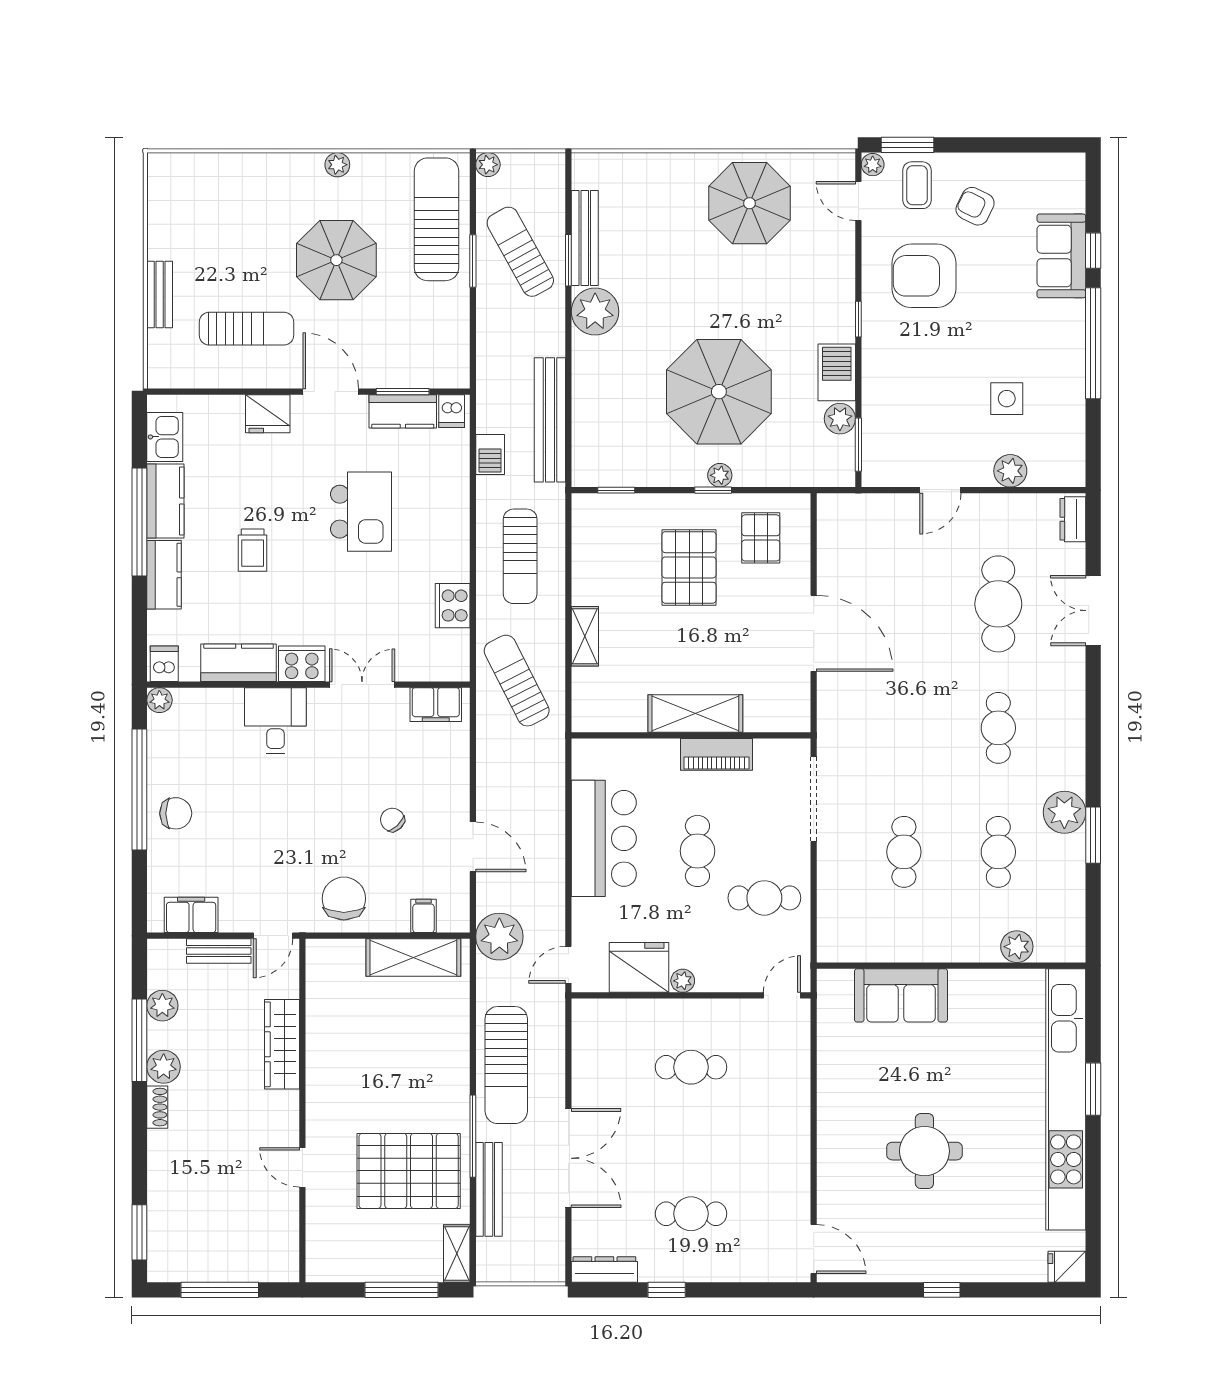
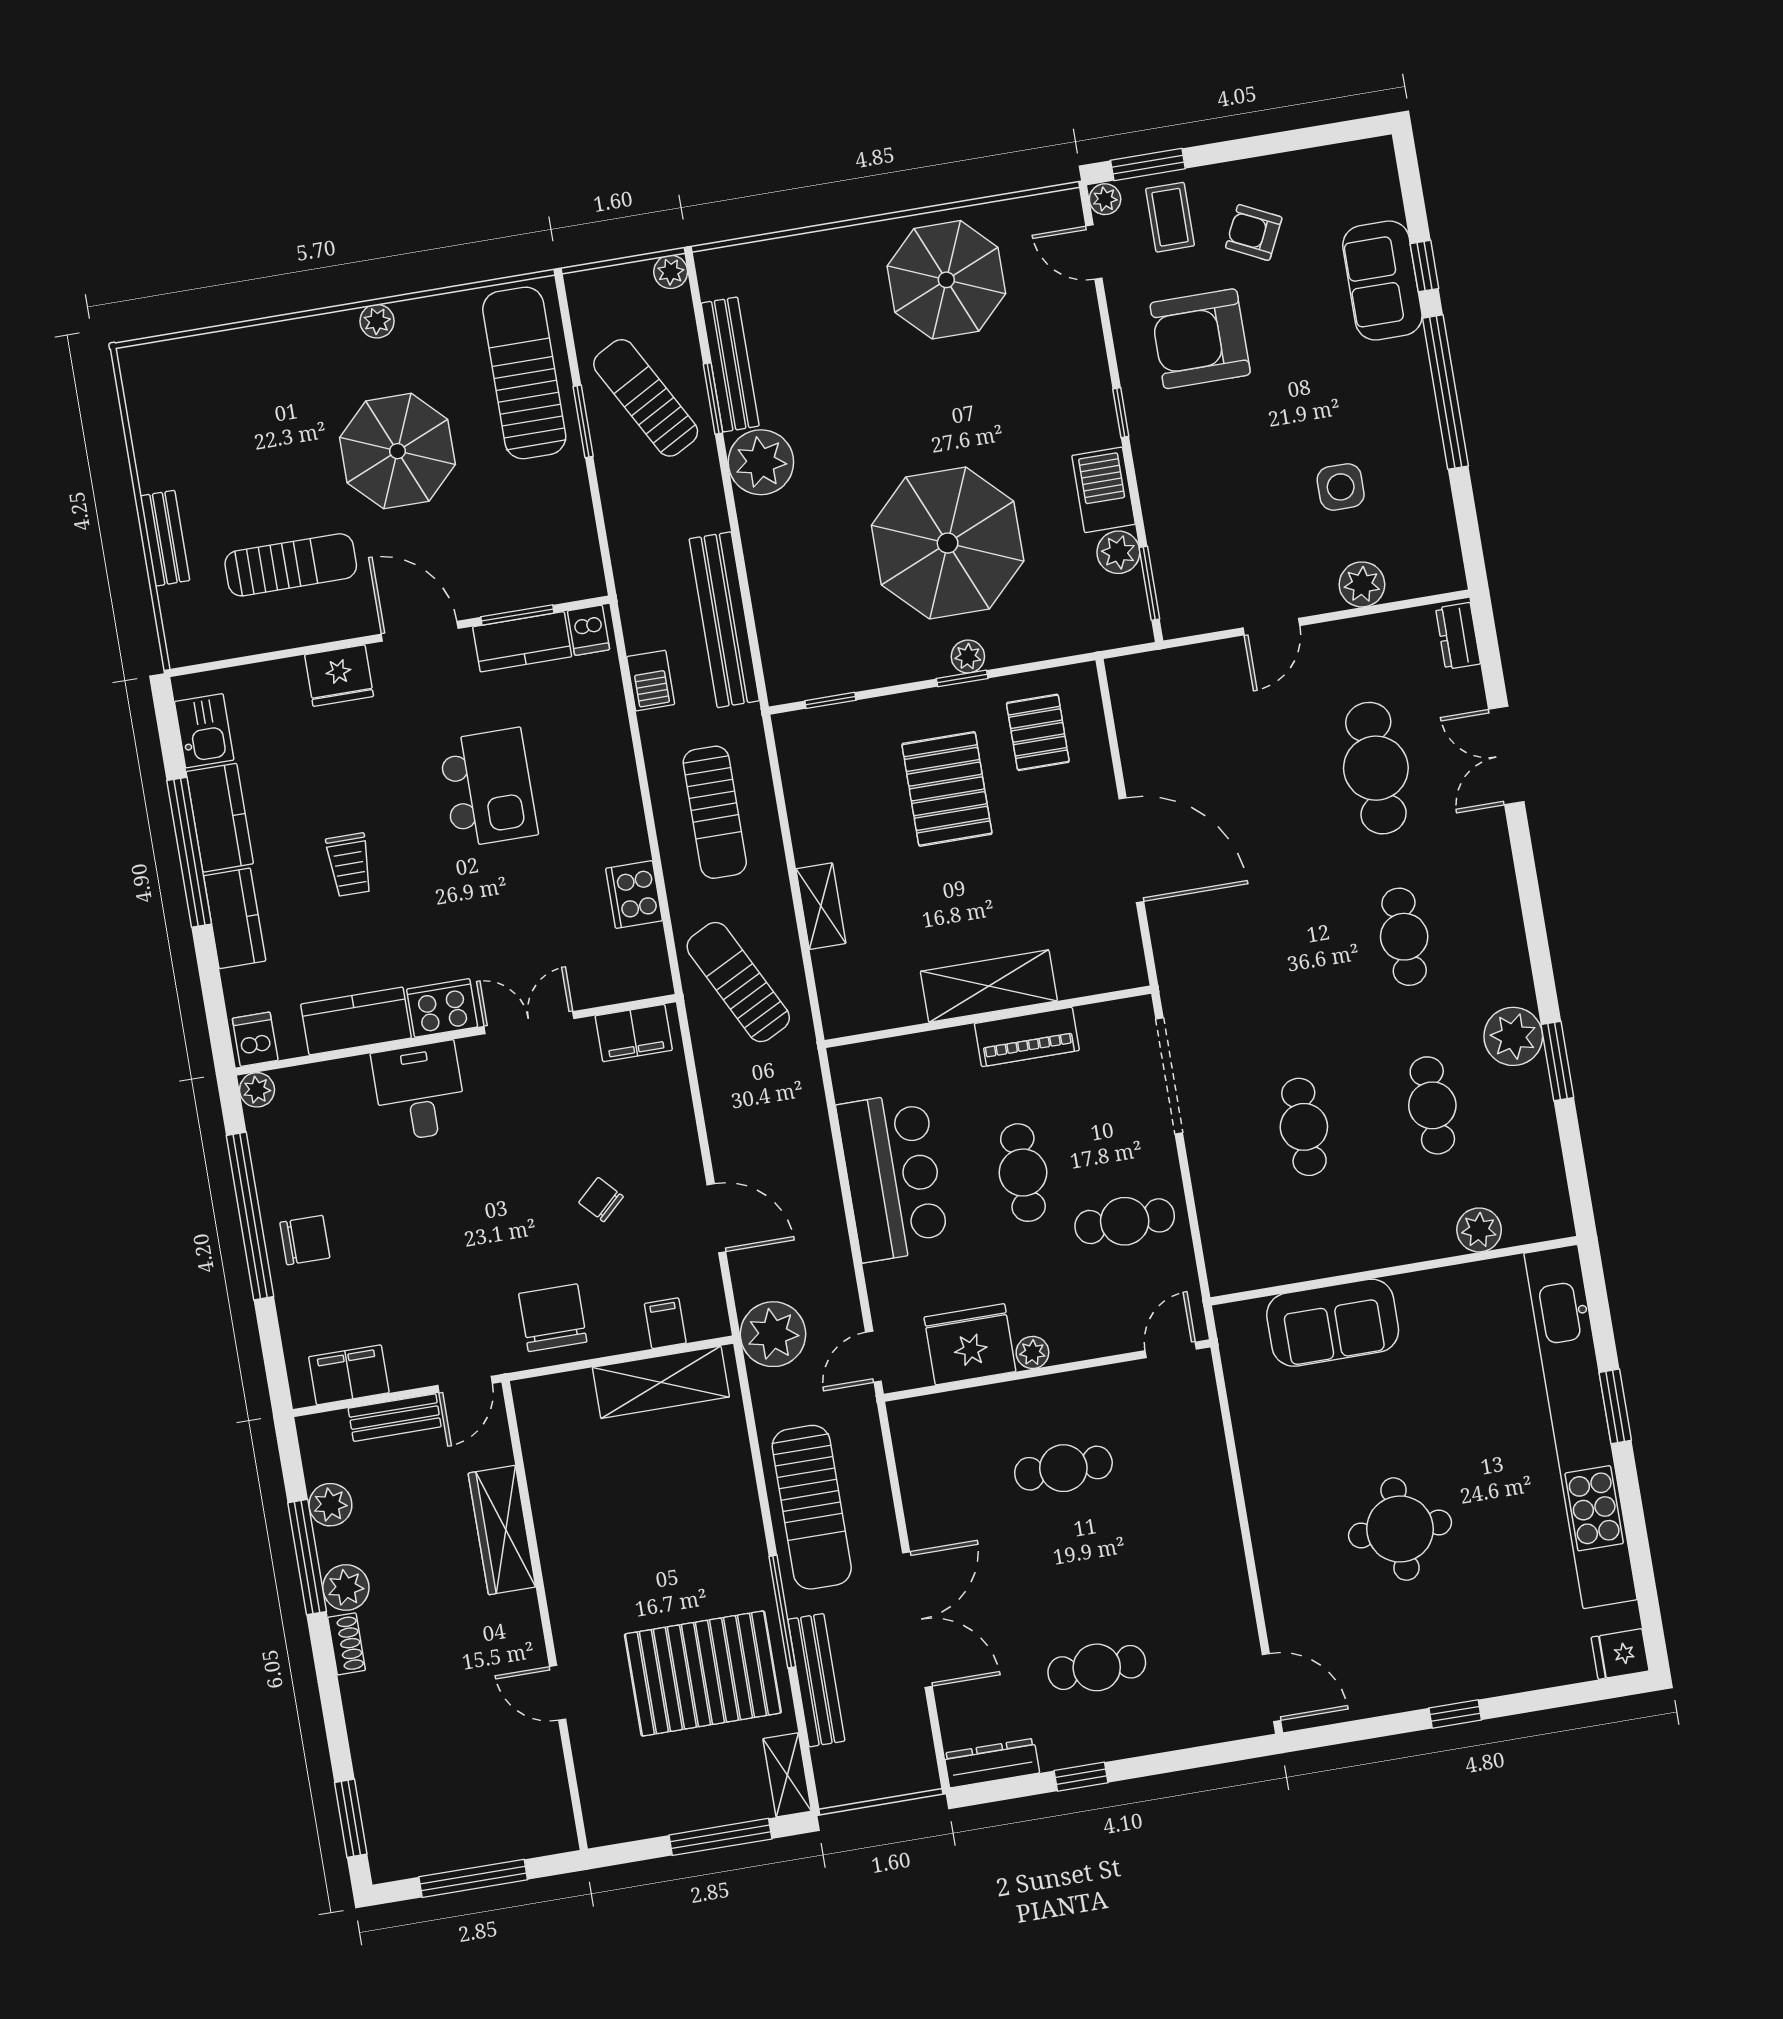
plant: (488, 165) -> (671, 272), moved

